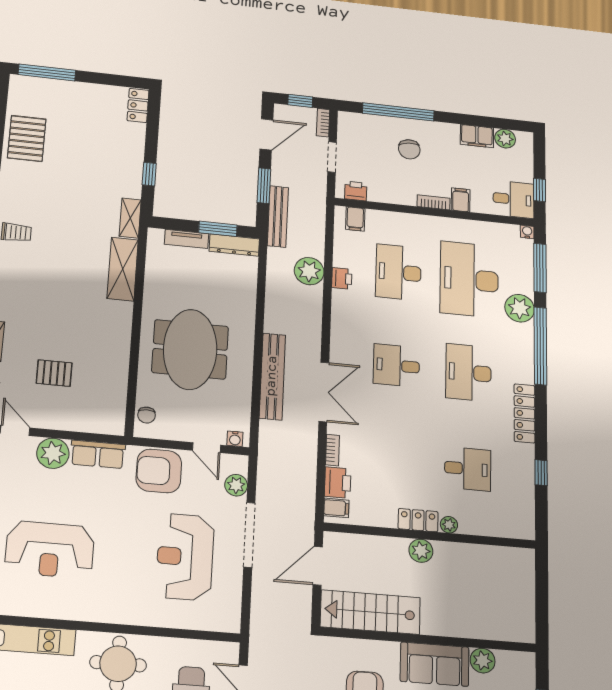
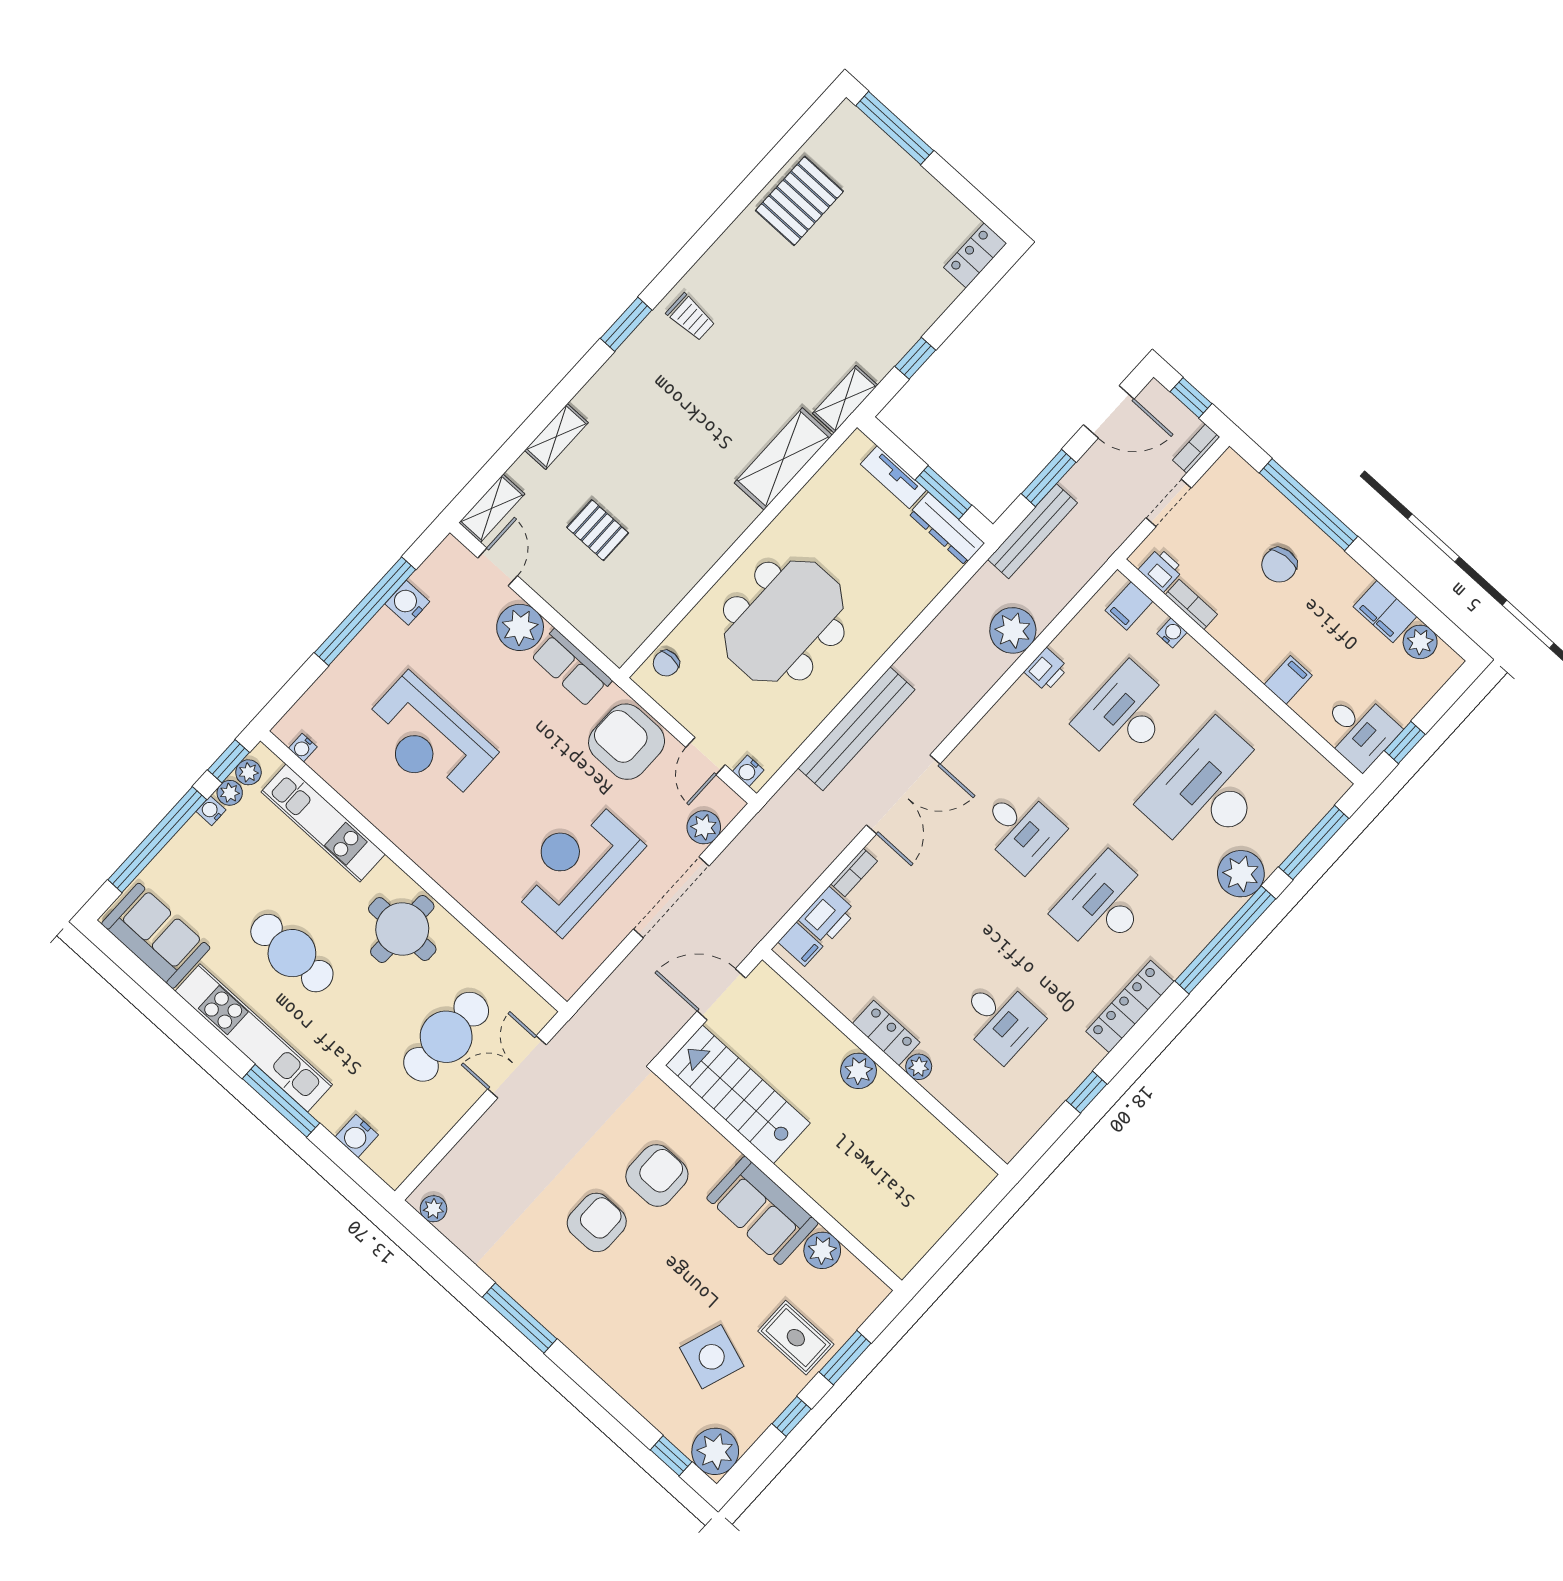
bookcase: (434, 202) -> (1191, 604), moved
water cooler: (527, 232) -> (1172, 633), moved
desk: (396, 366) -> (1021, 829), turned 180

